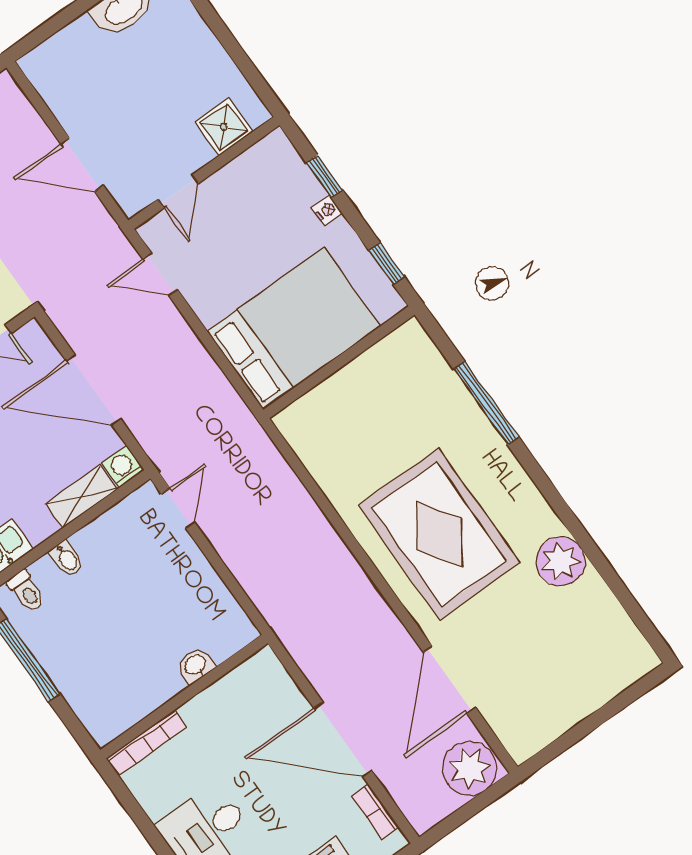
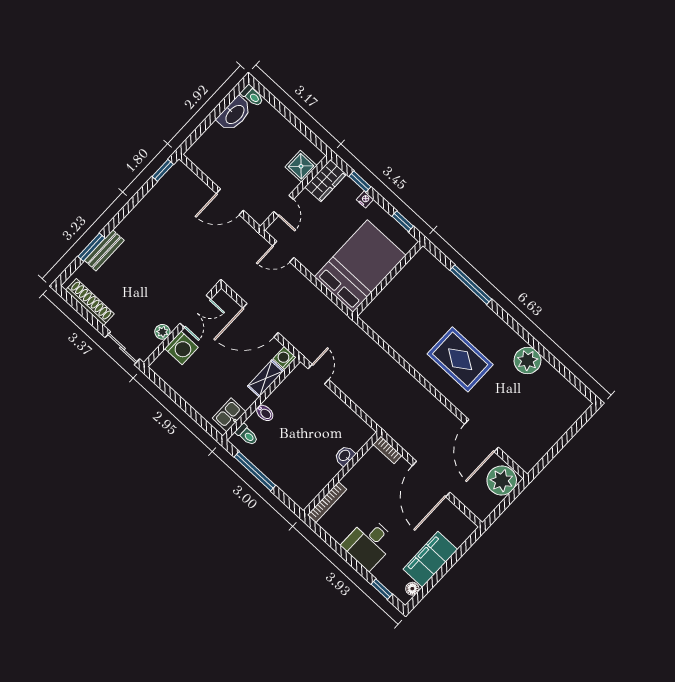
wardrobe: (263, 162) -> (326, 181), added
rug: (439, 534) -> (460, 359), width x0.73, depth x0.69
door: (343, 739) -> (431, 479), hinge flipped
bookcase: (375, 811) -> (387, 450), moved

